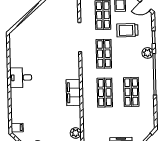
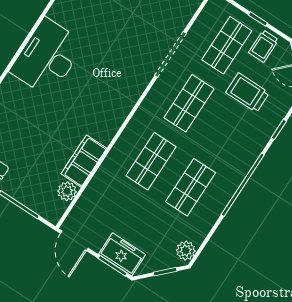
plant: (147, 53) -> (186, 251), moved
desk: (21, 78) -> (47, 57), width x1.87, depth x1.30
filing cabinet: (73, 93) -> (84, 161), moved

